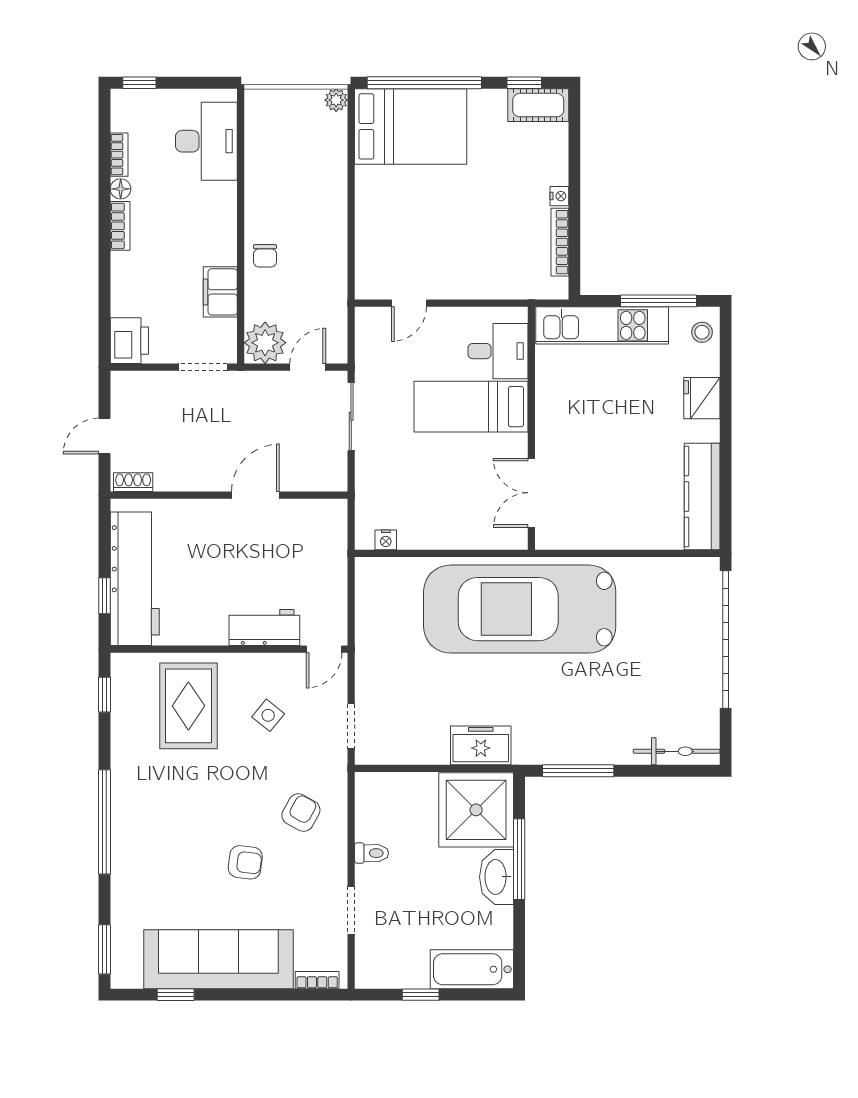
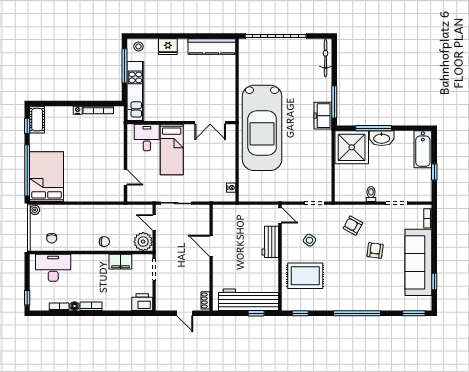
chair: (273, 138) -> (52, 238), added
freezer: (481, 745) -> (323, 116), moved

